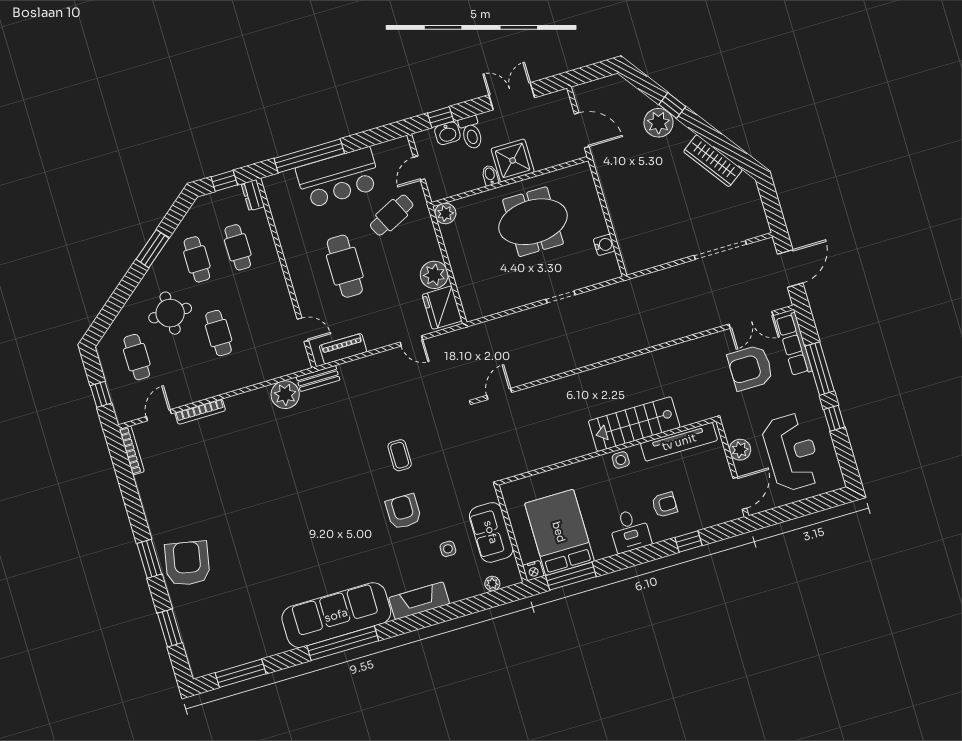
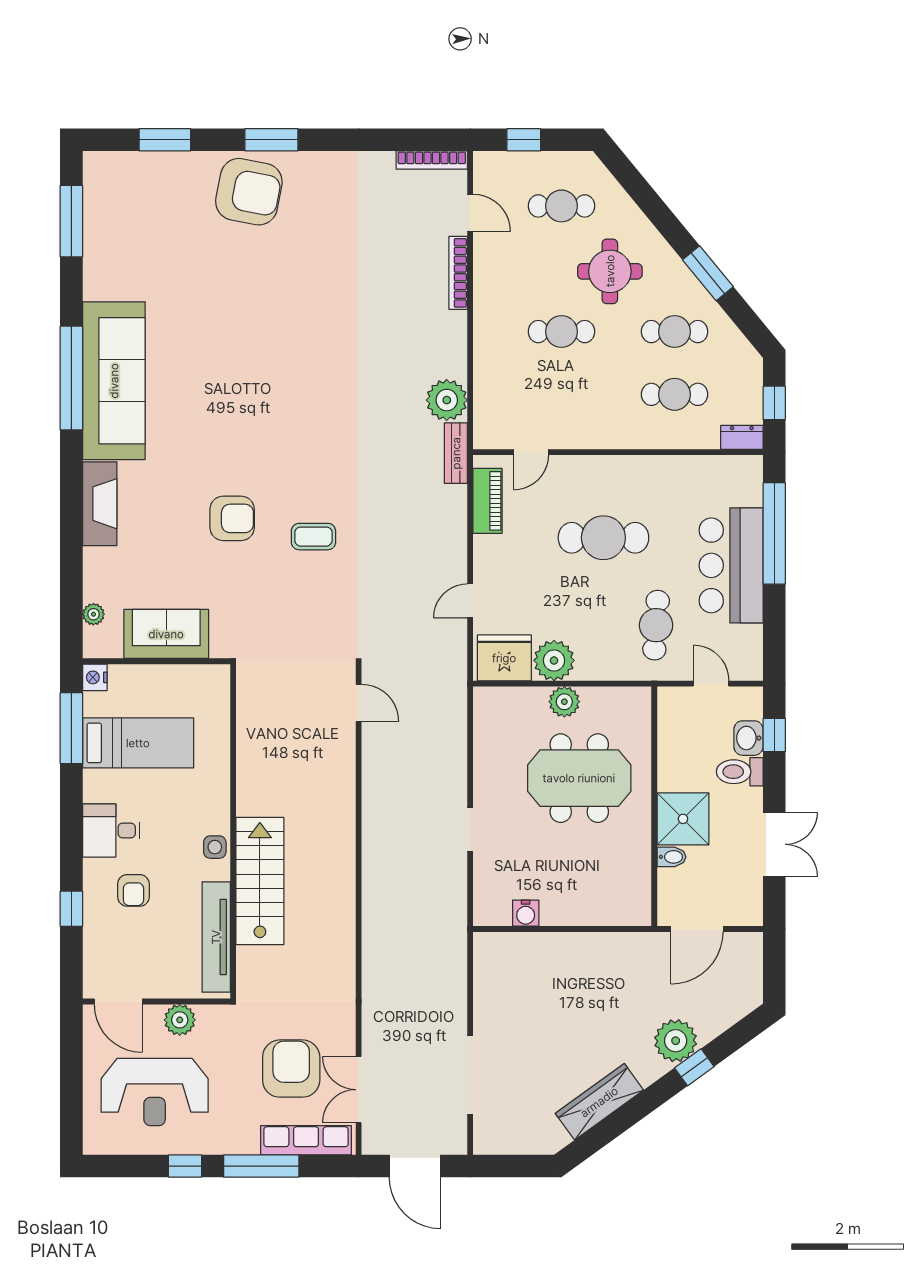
bidet: (490, 175) -> (671, 857), moved
plant: (445, 213) -> (564, 702), moved
cafe table: (392, 215) -> (656, 625), turned 30
meeting table: (533, 222) -> (579, 778), moved, turned 90
bed: (559, 532) -> (138, 743), width x0.67
side table: (448, 549) -> (161, 566), removed

